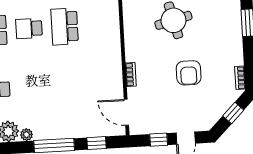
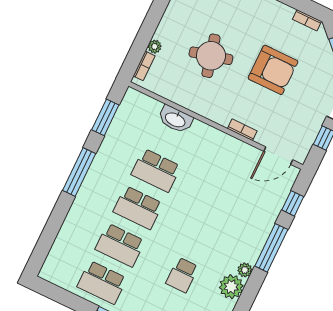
washbasin: (111, 20) -> (175, 119), added
school desk: (29, 29) -> (138, 208), width x1.85
armchair: (189, 73) -> (273, 70), width x1.36, depth x1.36

